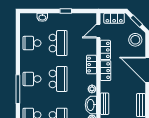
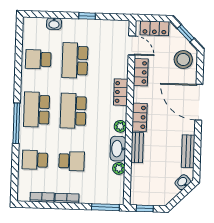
door: (98, 31) -> (132, 45), swing flipped
school desk: (58, 43) -> (75, 60), turned 180
locker: (106, 71) -> (140, 117), moved
school desk: (32, 79) -> (37, 110), width x1.85
school desk: (58, 79) -> (73, 111), turned 180

